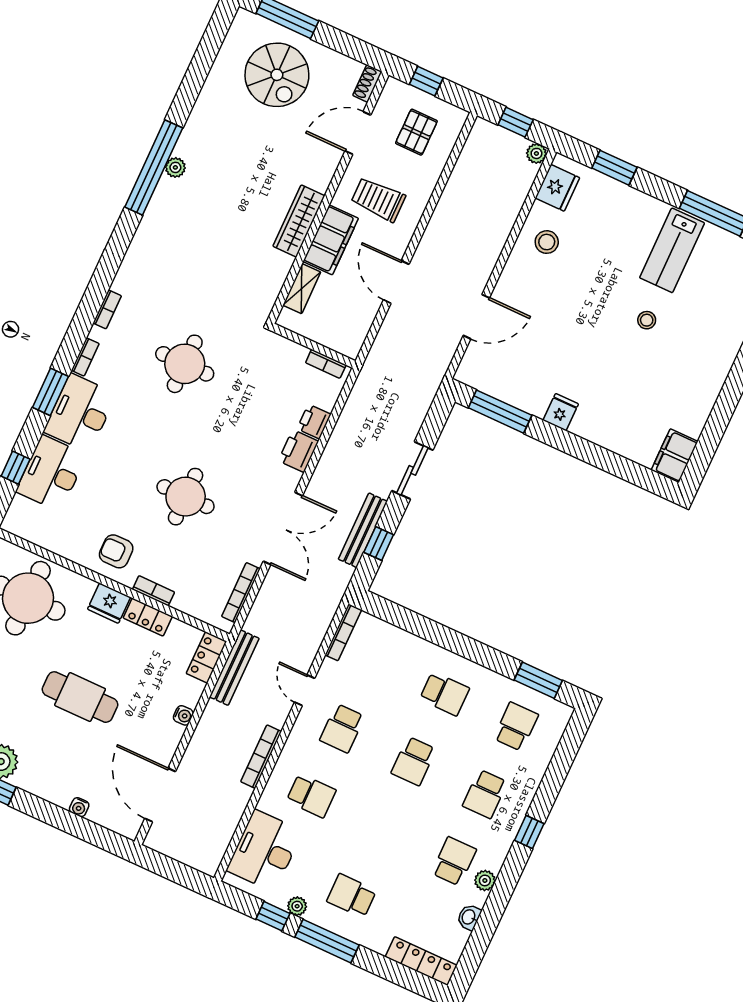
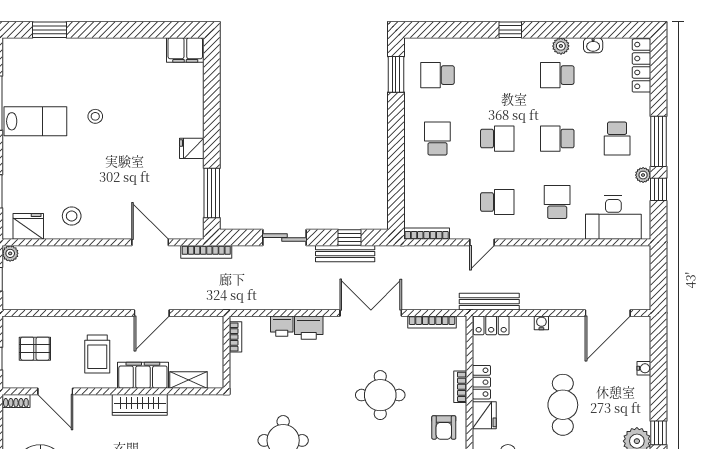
bookcase: (261, 757) -> (206, 252), moved
school desk: (485, 794) -> (557, 139), moved, turned 180

